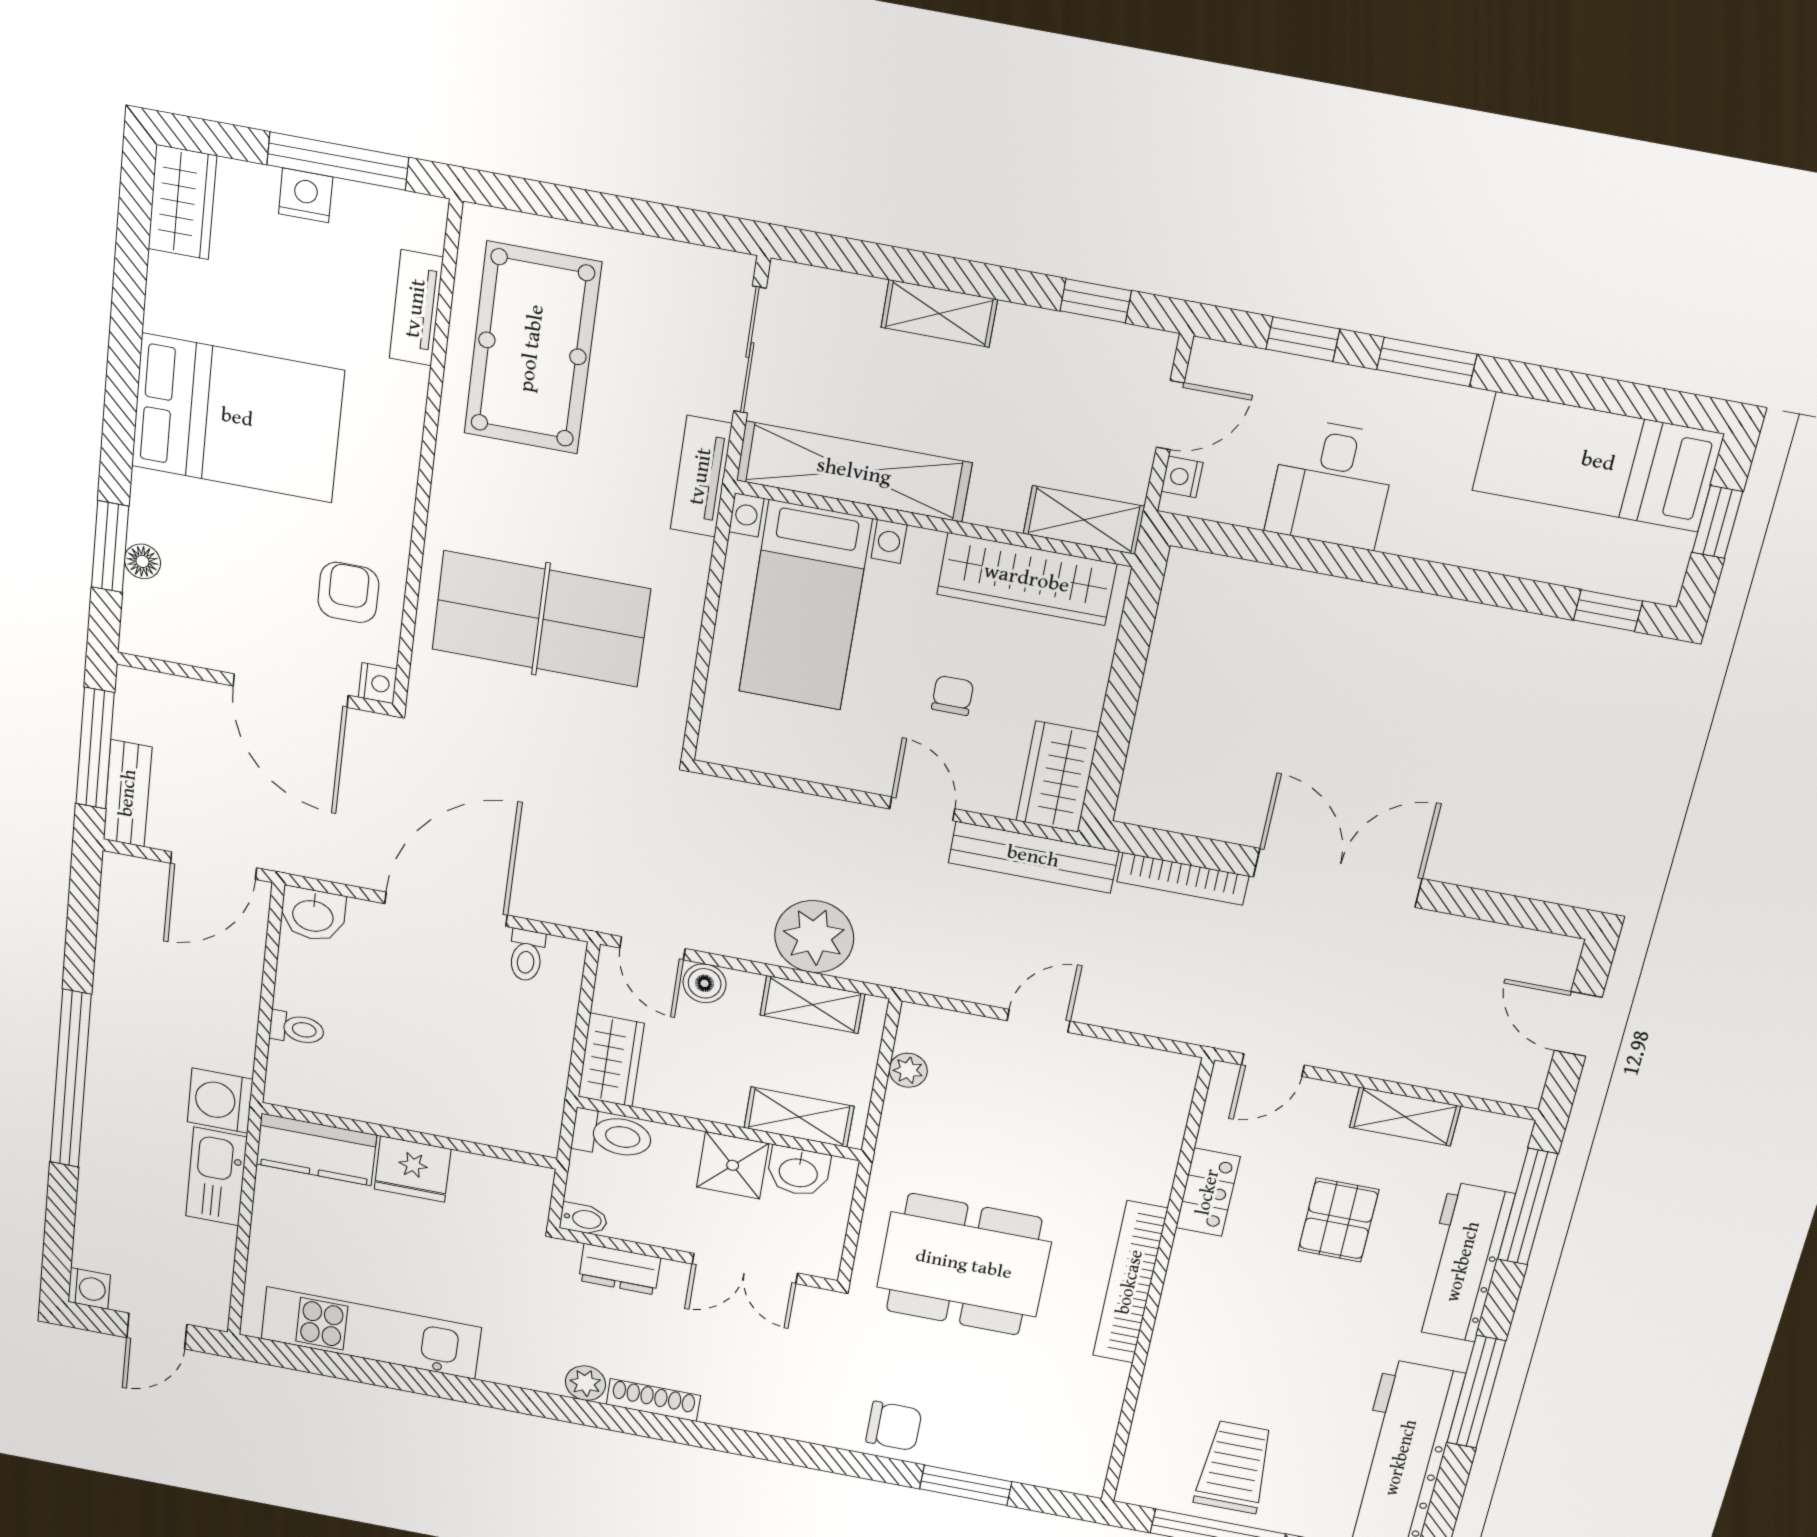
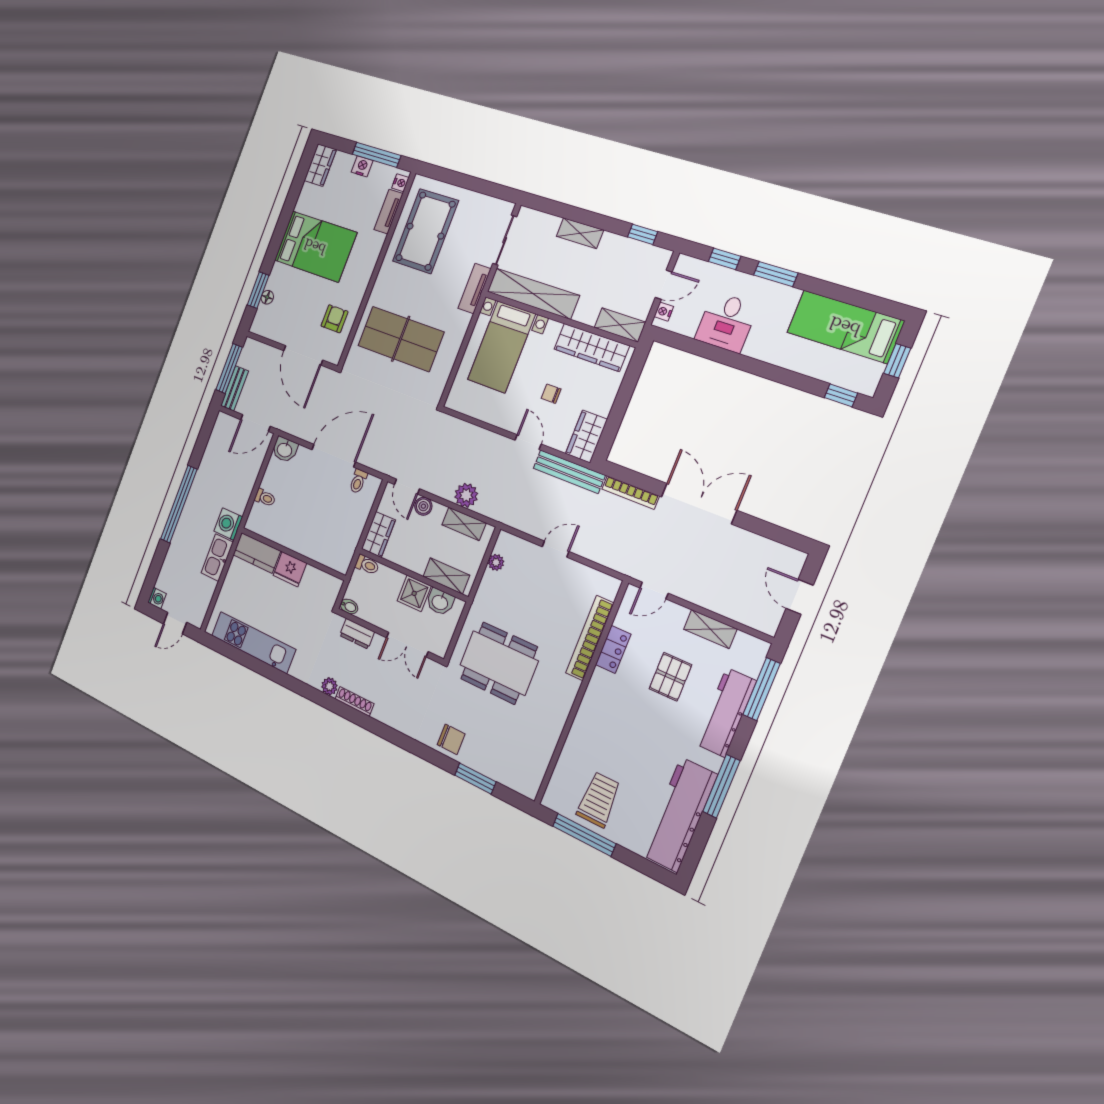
nightstand: (378, 683) -> (400, 183), moved
chair: (953, 695) -> (551, 394), turned -90
plant: (814, 937) -> (466, 495), width x0.73, depth x0.73
toilet: (612, 1135) -> (367, 565), width x0.73, depth x0.72
bookcase: (1130, 1282) -> (590, 638), moved

